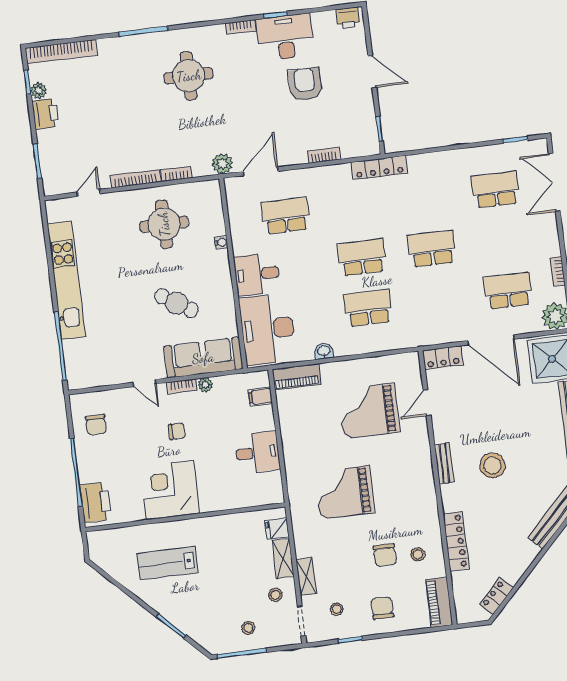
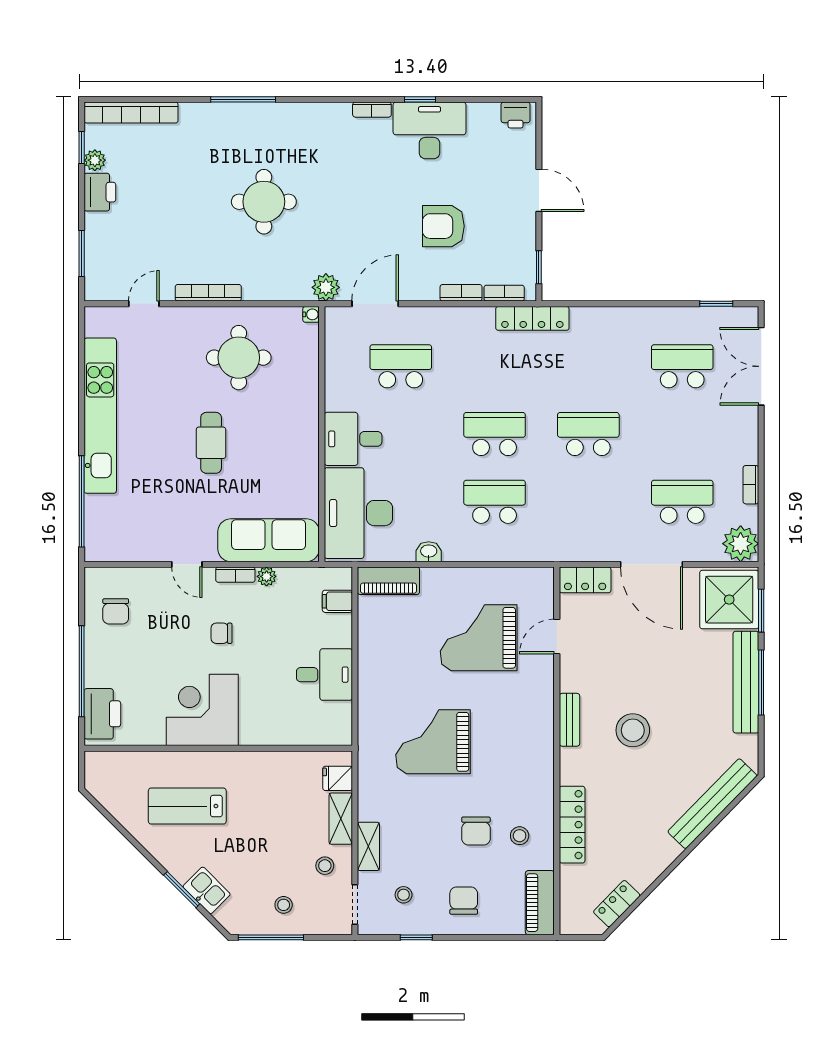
round table: (189, 76) -> (264, 202), moved
armchair: (305, 84) -> (443, 226), moved, turned -90
bookcase: (177, 174) -> (504, 293), moved
water cooler: (221, 242) -> (311, 314), moved
cafe table: (177, 303) -> (211, 443), moved, turned 58
chair: (177, 431) -> (222, 633), turned 180
kitchen sink: (190, 624) -> (207, 890), added

